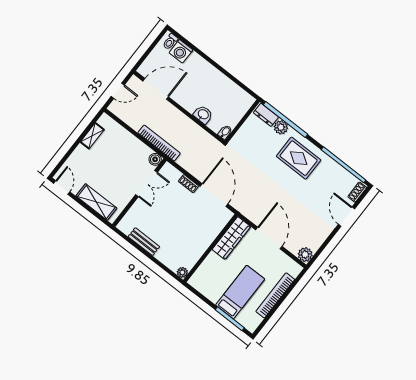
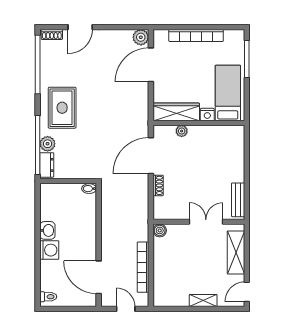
washing machine: (181, 51) -> (49, 250), moved
washbasin: (203, 115) -> (47, 230), moved, turned 180
shelving: (92, 136) -> (203, 301), moved
bookcase: (159, 143) -> (143, 267), moved
double door: (146, 183) -> (206, 222), moved
door: (269, 238) -> (151, 65), moved
bench: (144, 242) -> (238, 200), moved
nightstand: (212, 259) -> (207, 115), added
plant: (182, 272) -> (182, 131), moved
bed: (240, 292) -> (228, 93), moved, turned 90

